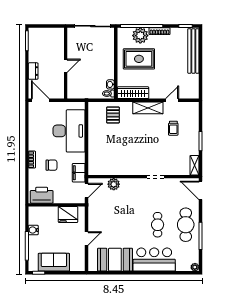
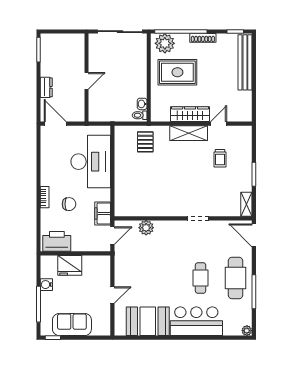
plant: (140, 36) -> (165, 43), moved
wardrobe: (133, 93) -> (190, 114), moved
fridge: (68, 215) -> (70, 265), moved

